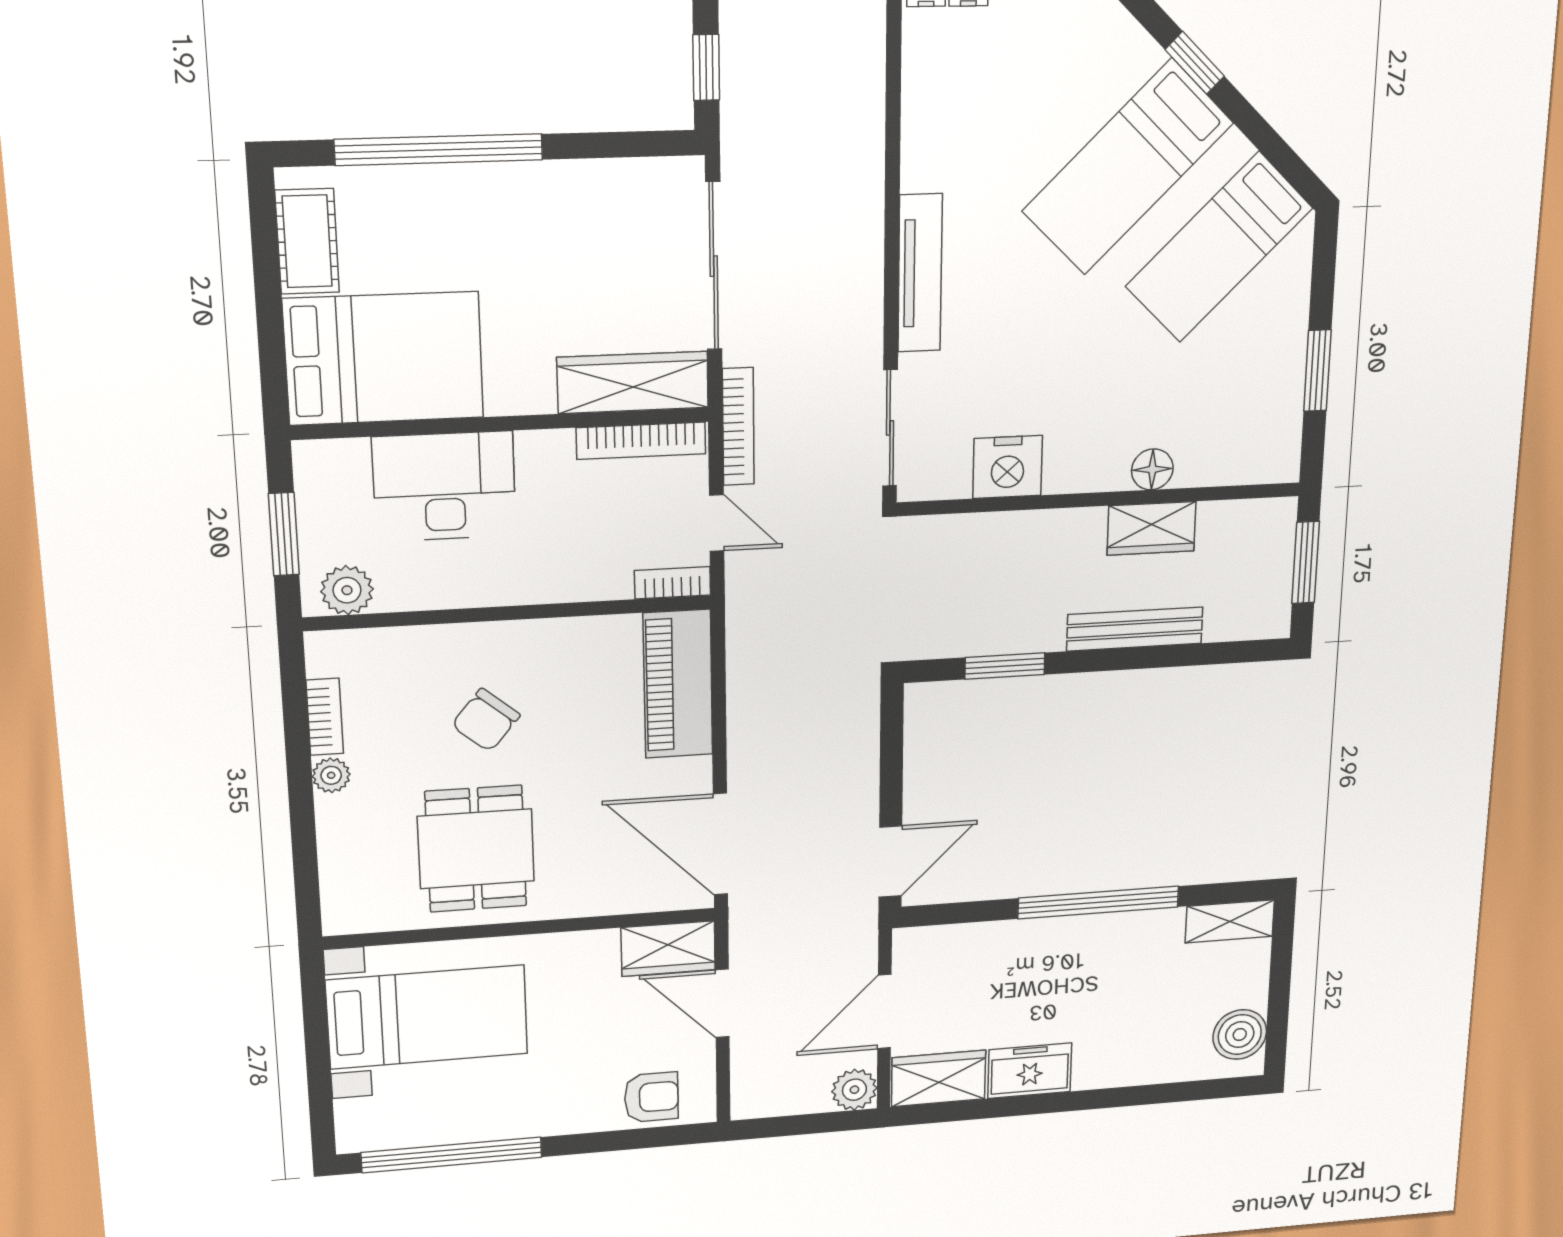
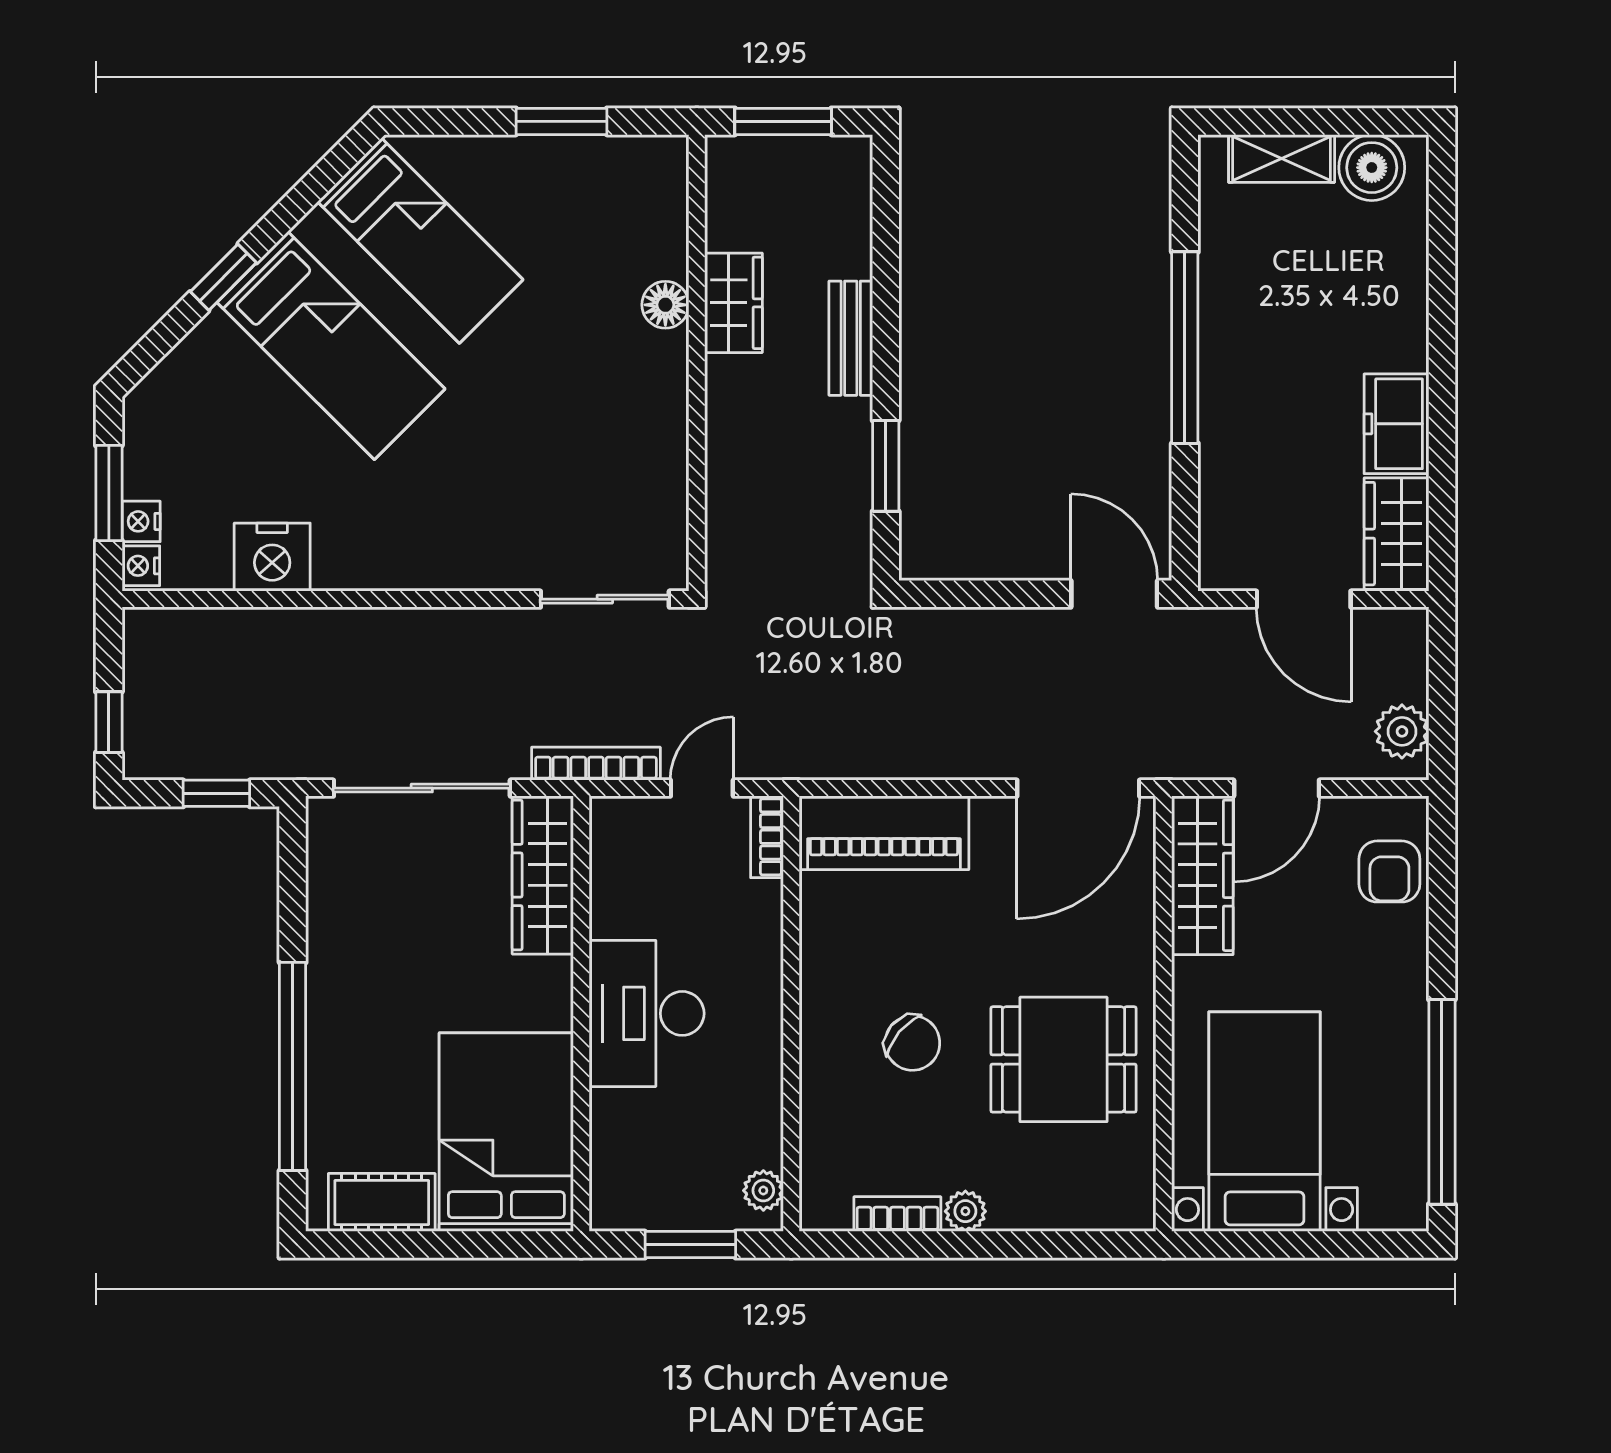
tv unit: (920, 273) -> (437, 568), removed
bookcase: (641, 441) -> (607, 868), removed
nightstand: (1008, 467) -> (272, 557), moved, turned 90
desk: (444, 486) -> (647, 1013), moved
plant: (347, 590) -> (763, 1190), width x0.73, depth x0.73
bench: (1135, 629) -> (851, 338), width x0.73
shelving: (1230, 921) -> (1282, 158), moved, turned 90
wardrobe: (668, 949) -> (1202, 875), width x1.50
plant: (854, 1090) -> (1402, 731), moved
armchair: (651, 1097) -> (1389, 871), turned 180

